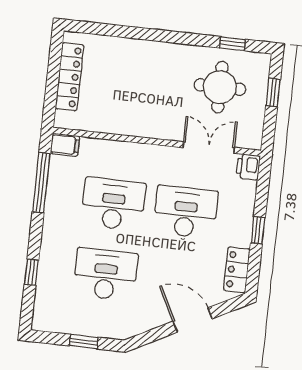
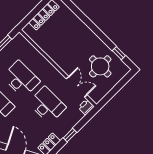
window: (273, 93) -> (120, 85), removed
filing cabinet: (65, 145) -> (20, 40), removed

